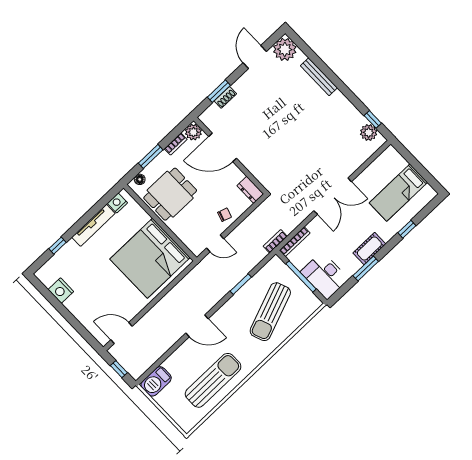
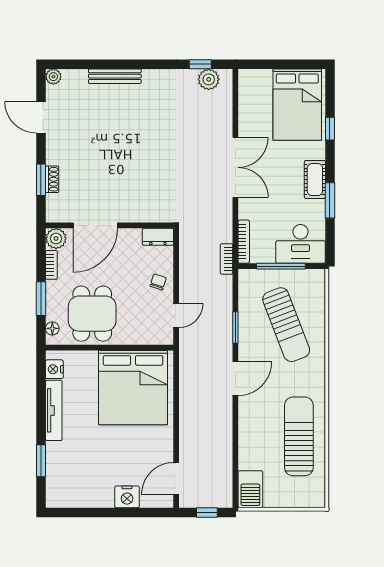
plant: (285, 49) -> (53, 77), width x0.53, depth x0.53
bed: (398, 193) -> (297, 105), width x1.50
window: (57, 246) -> (41, 461), width x1.50
nightstand: (61, 291) -> (127, 497), moved
door: (197, 326) -> (235, 379), moved

